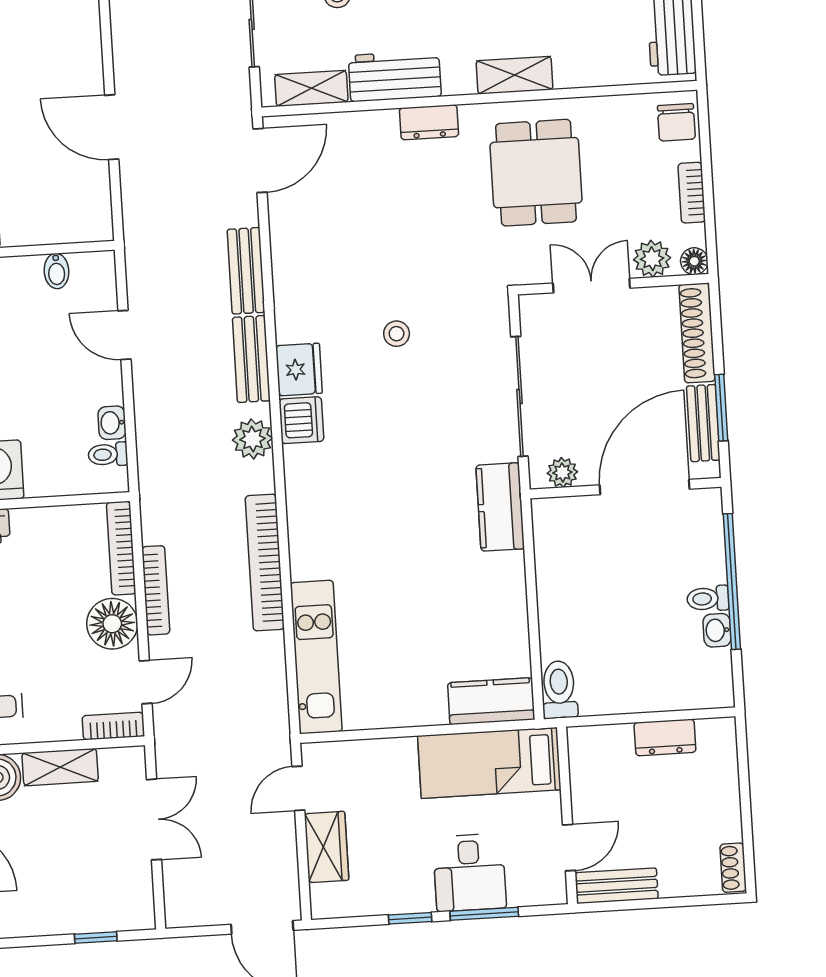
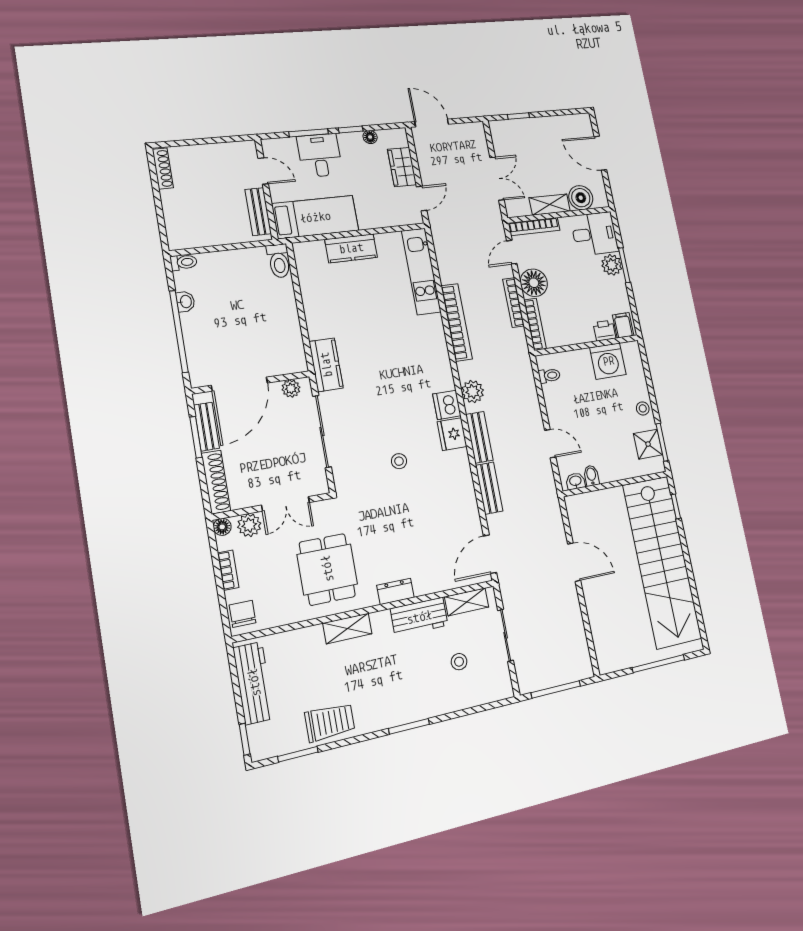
washbasin: (112, 423) -> (575, 481), moved, turned -90
toilet: (708, 599) -> (184, 262), moved
kitchen counter: (491, 701) -> (351, 248), moved
bookcase: (113, 726) -> (534, 227), width x1.56
dresser: (665, 737) -> (212, 236), removed
double door: (154, 819) -> (497, 179), swing flipped
door: (569, 848) -> (263, 171), swing flipped
shoe rack: (733, 868) -> (163, 169), width x1.43
bench: (617, 886) -> (258, 212), moved, turned 90
floor lamp: (377, 904) -> (370, 137), added

